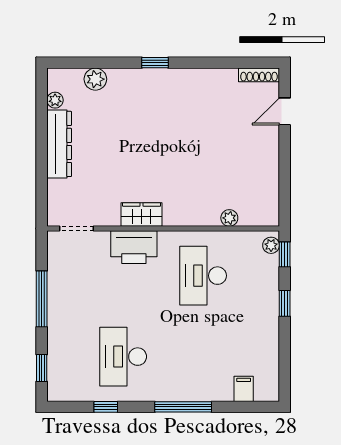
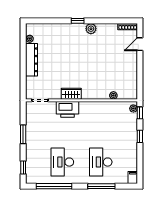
plant: (95, 79) -> (91, 29), moved
desk: (203, 276) -> (101, 162), moved
window: (42, 299) -> (23, 134), width x0.69
filing cabinet: (244, 389) -> (133, 178), moved
window: (106, 407) -> (54, 186), width x3.17
window: (183, 407) -> (101, 186), moved

